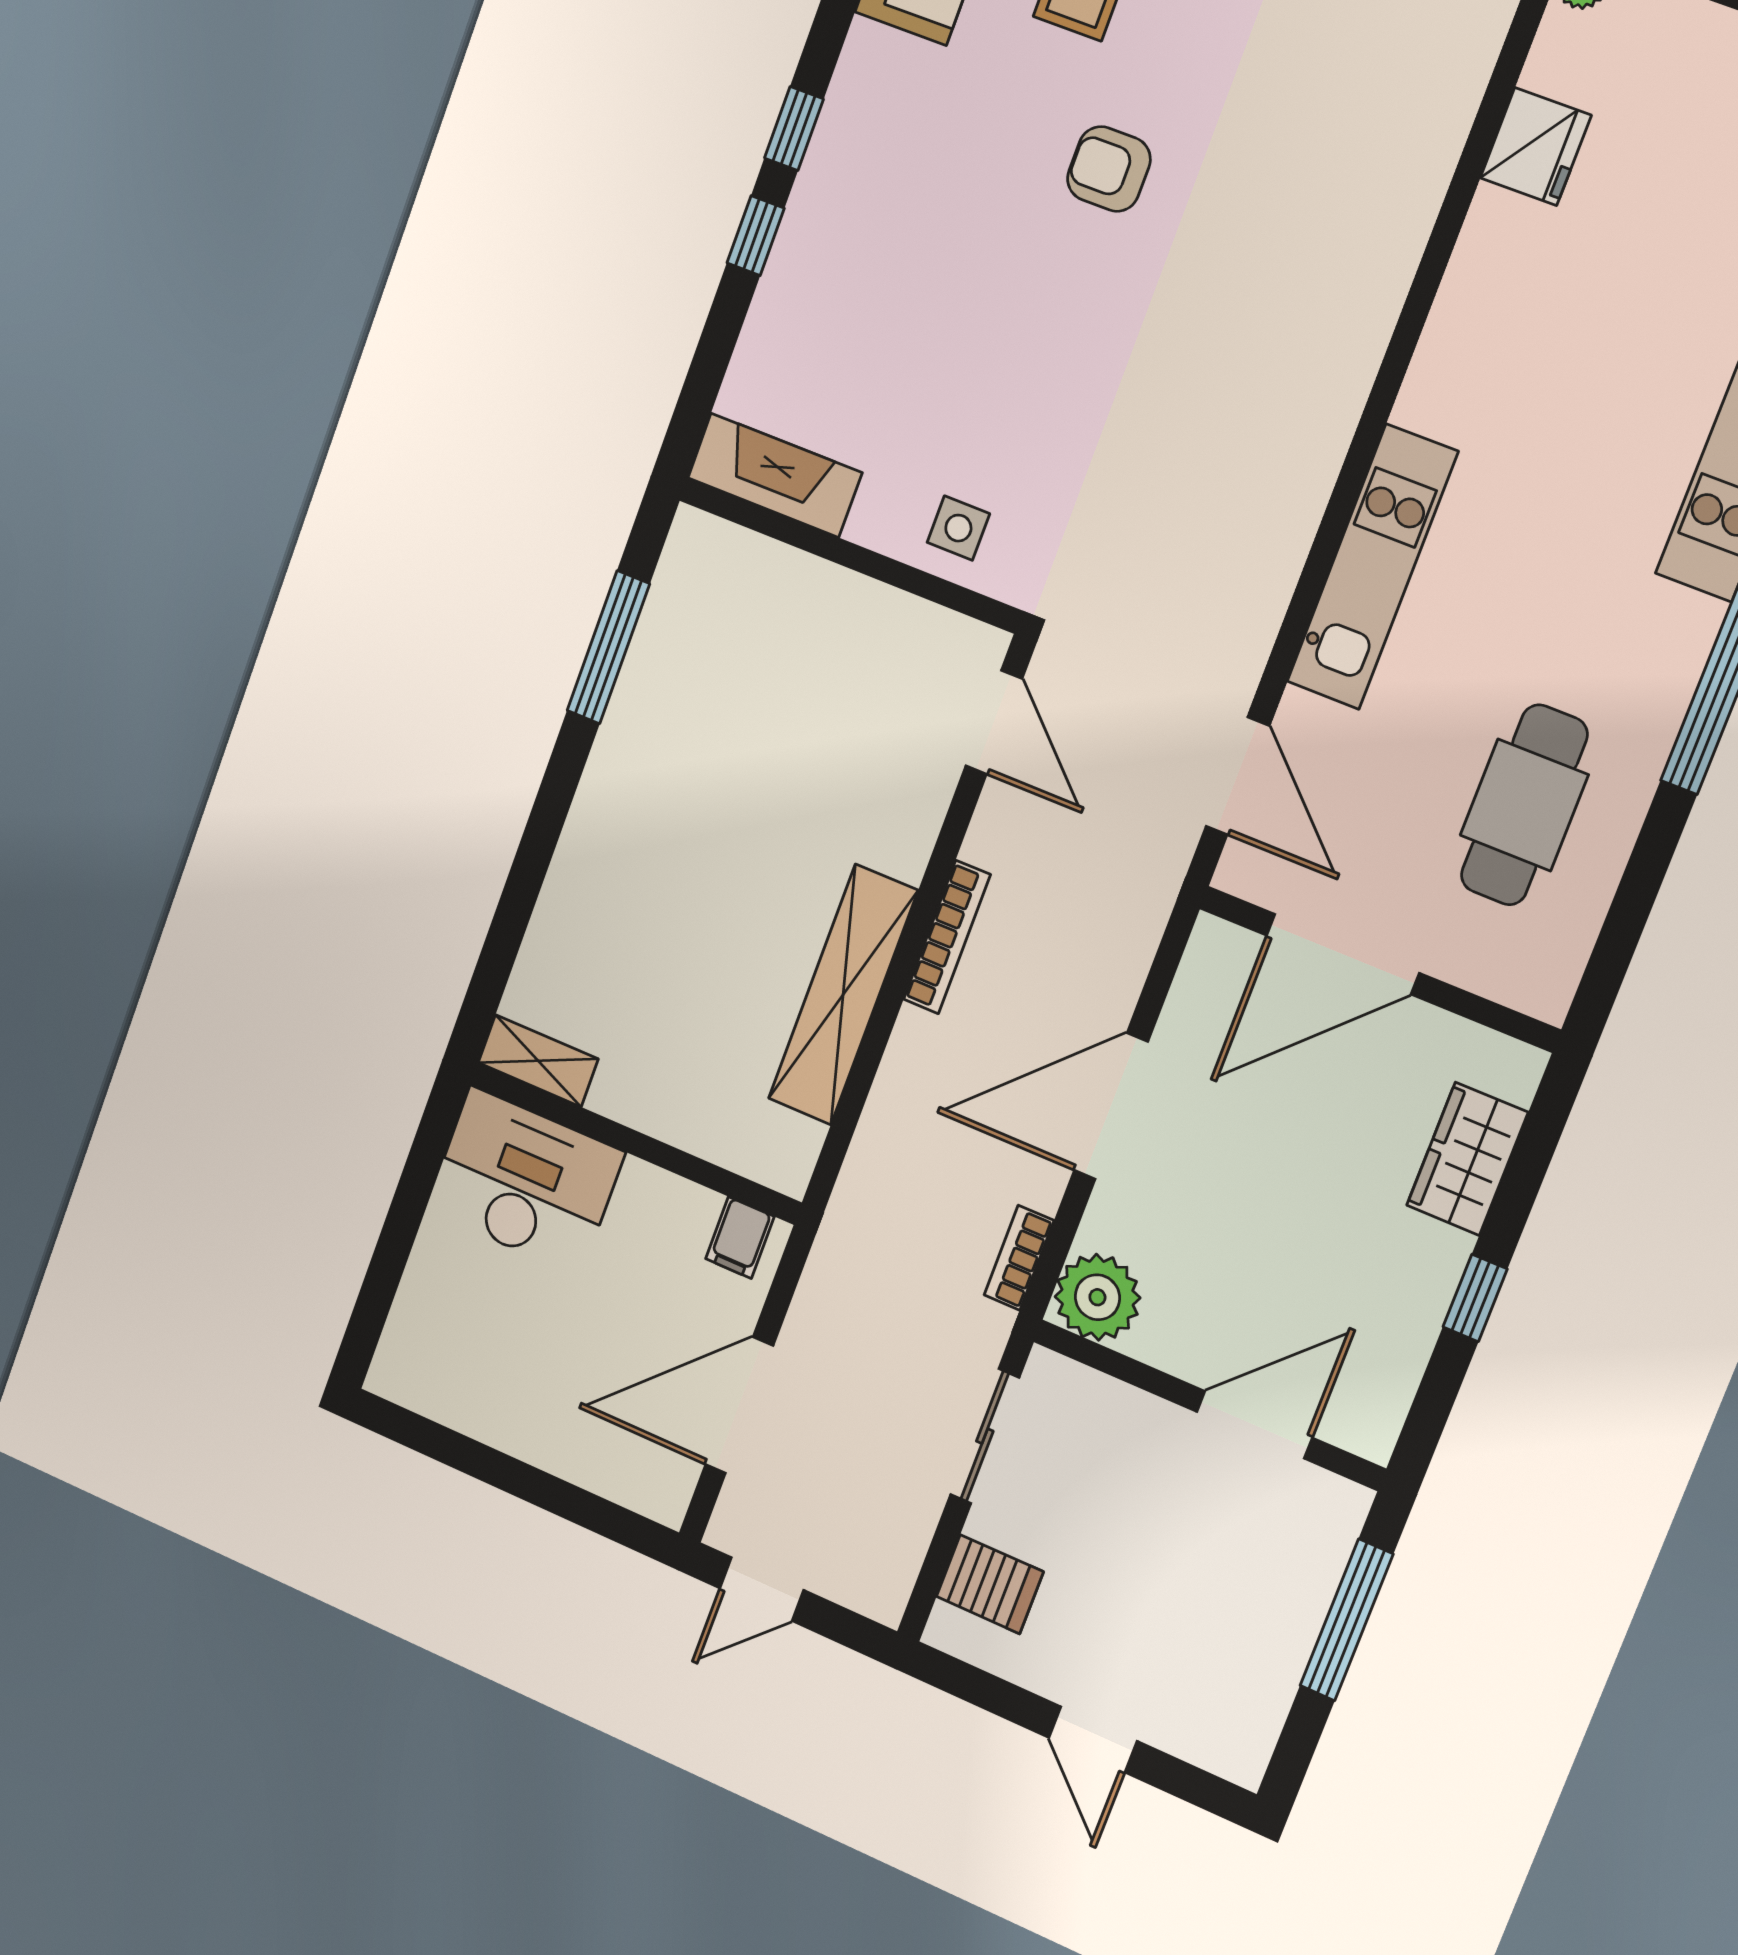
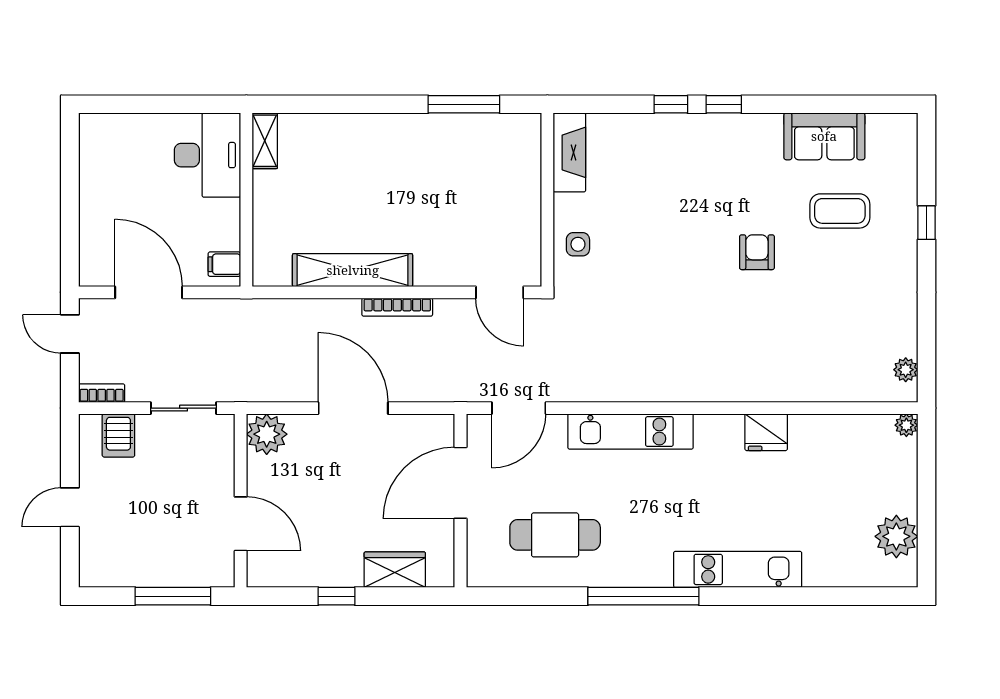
fridge: (1536, 147) -> (766, 432), moved
door: (994, 722) -> (500, 292), hinge flipped
door: (1343, 954) -> (461, 483), hinge flipped
bookcase: (1019, 1258) -> (102, 393), moved

